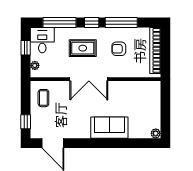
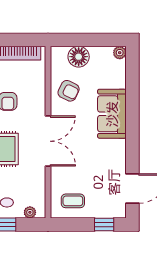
armchair: (127, 95) -> (69, 91), added
floor lamp: (153, 102) -> (79, 57), added

